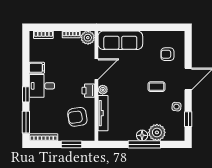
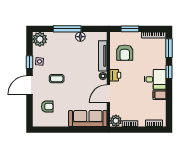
armchair: (77, 117) -> (125, 53), turned 99
window: (188, 119) -> (30, 62), moved
plant: (157, 132) -> (40, 39), moved
floor lamp: (142, 135) -> (80, 37), moved

